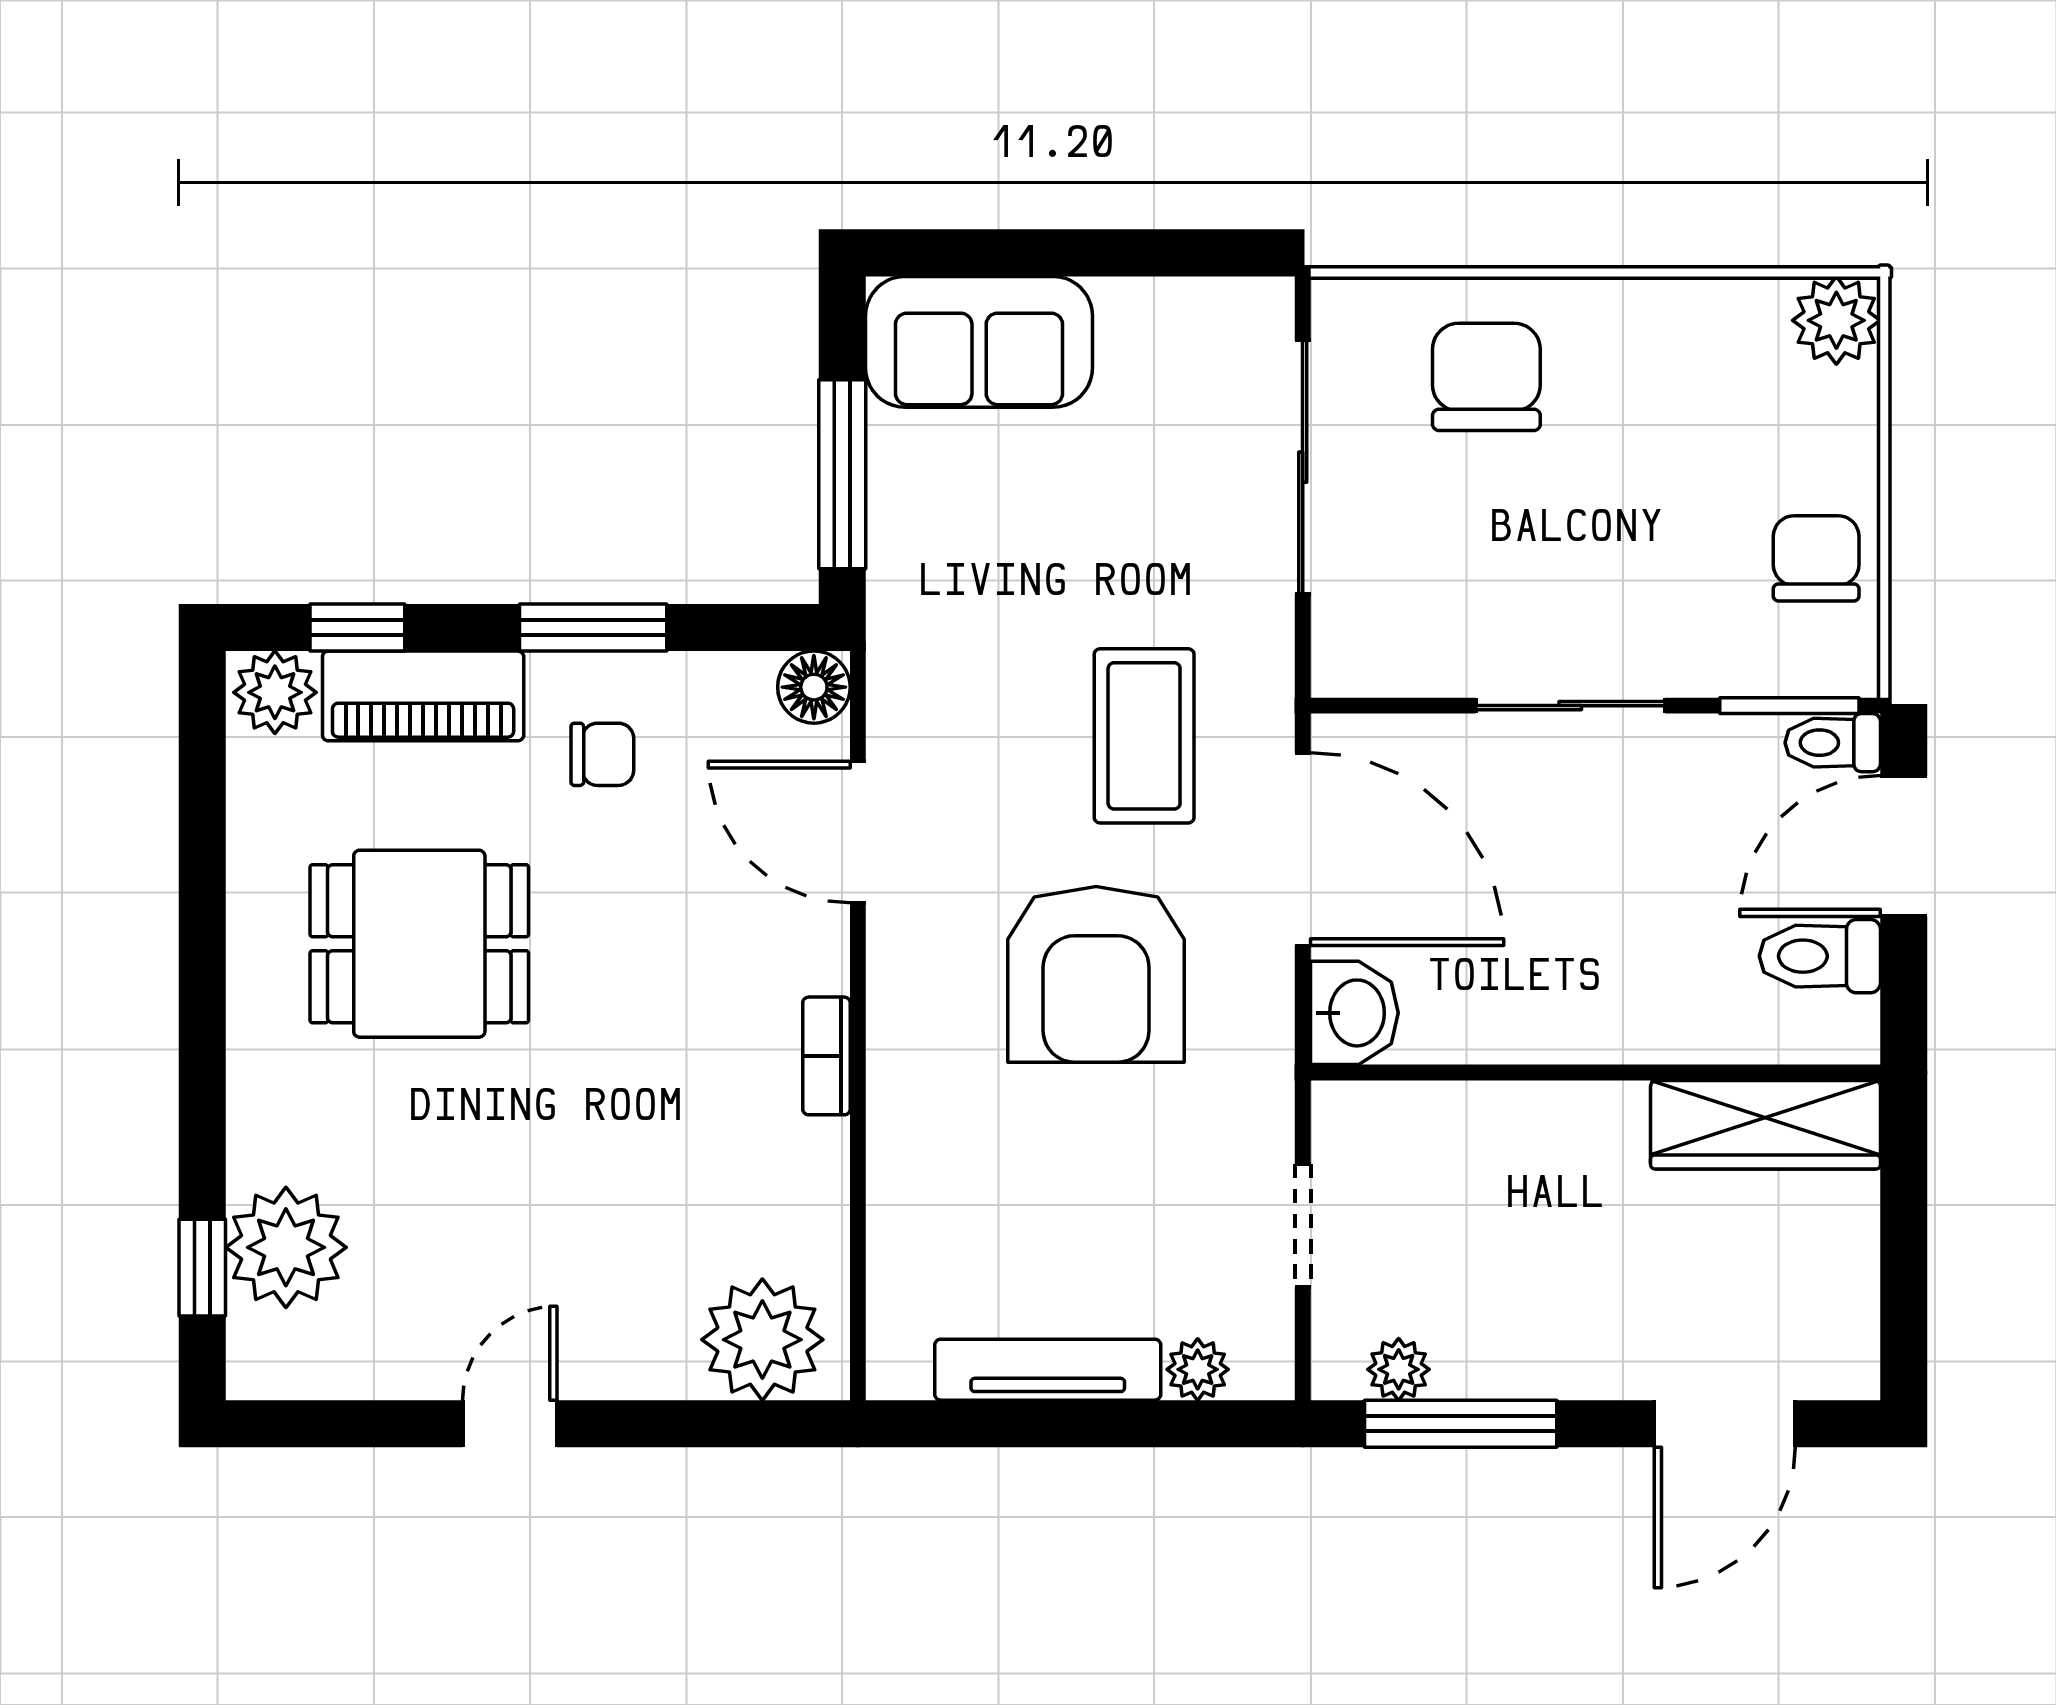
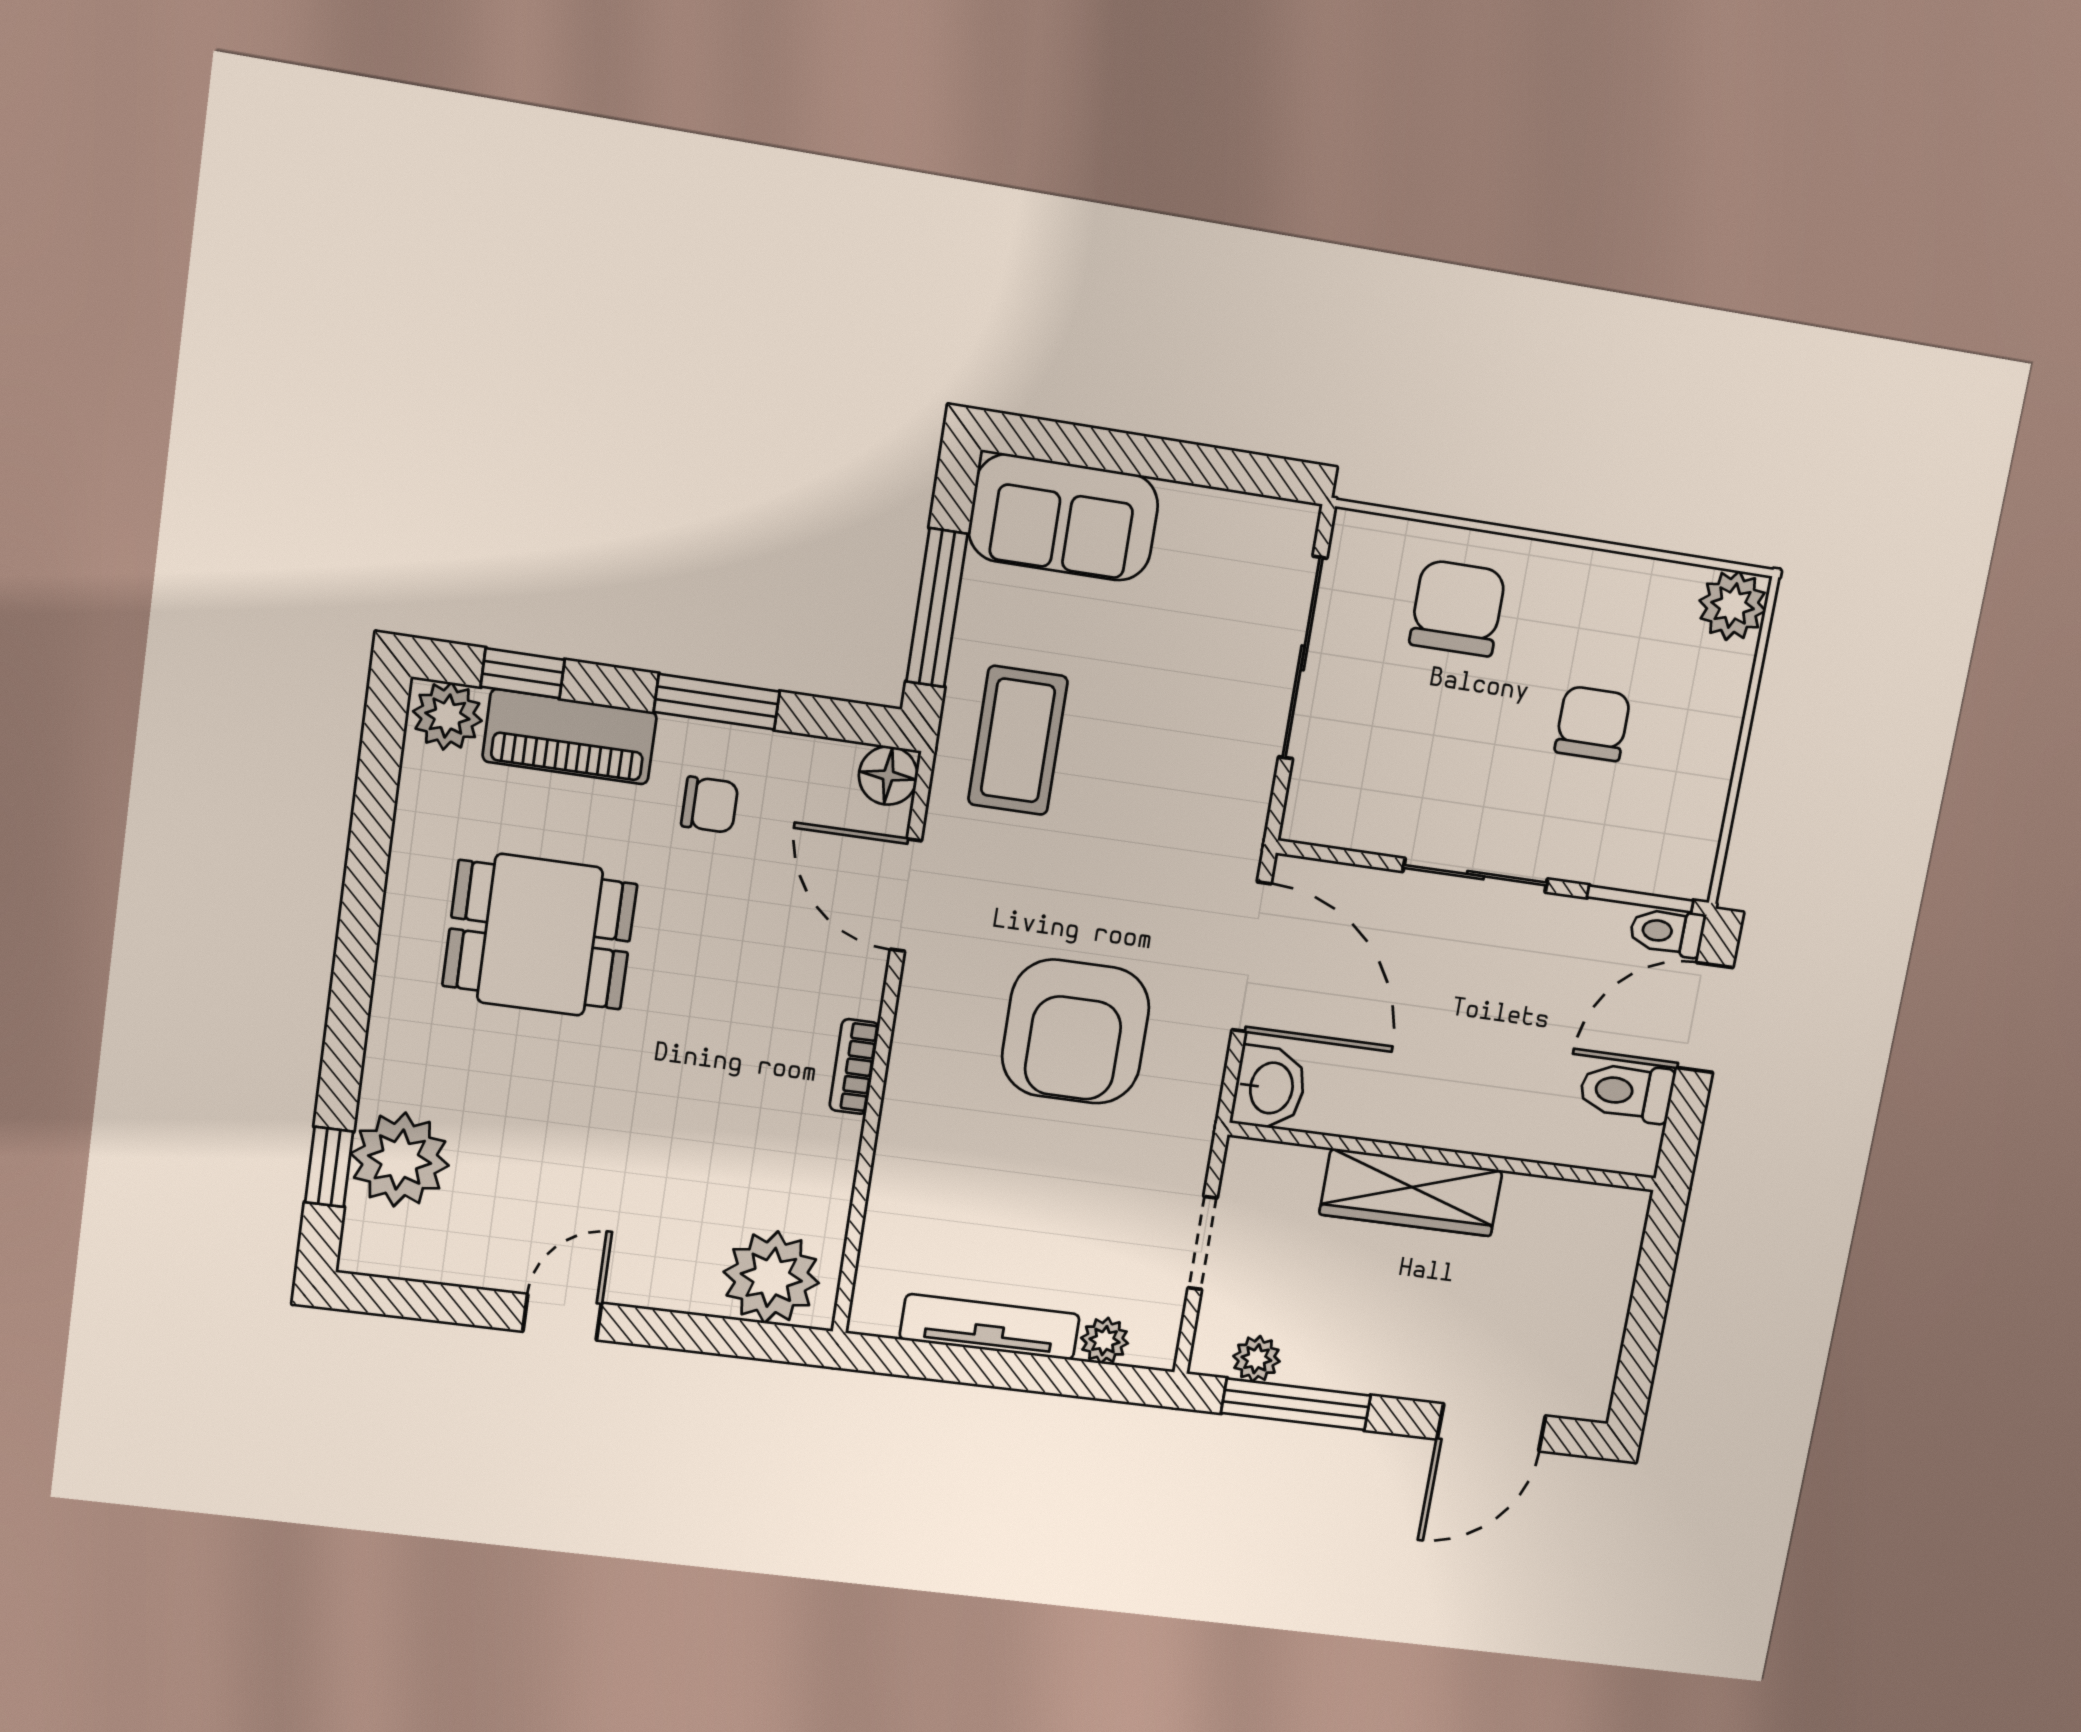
chair: (1816, 558) -> (1593, 723), moved
coffee table: (1144, 736) -> (1018, 740), moved
wardrobe: (1766, 1125) -> (1411, 1192), moved

